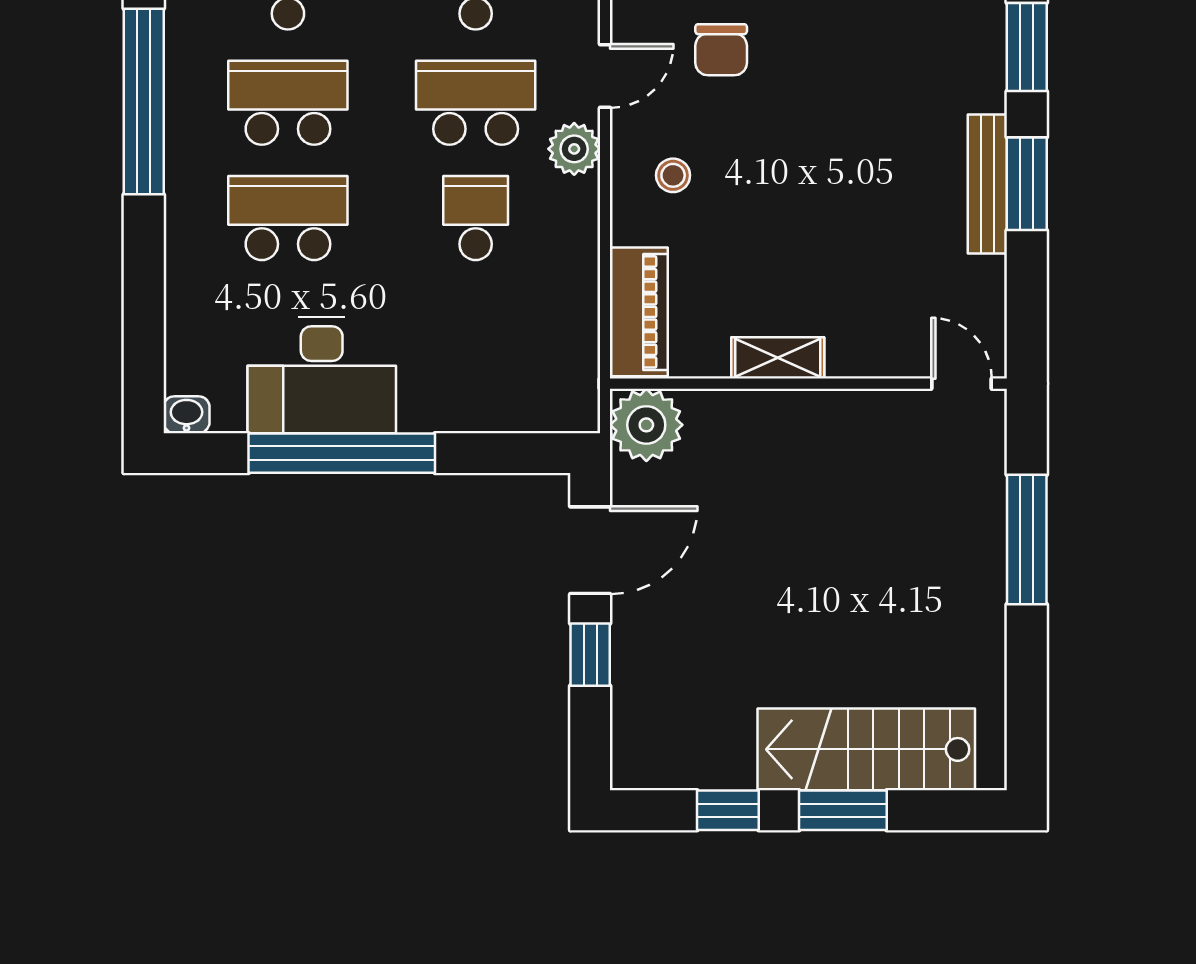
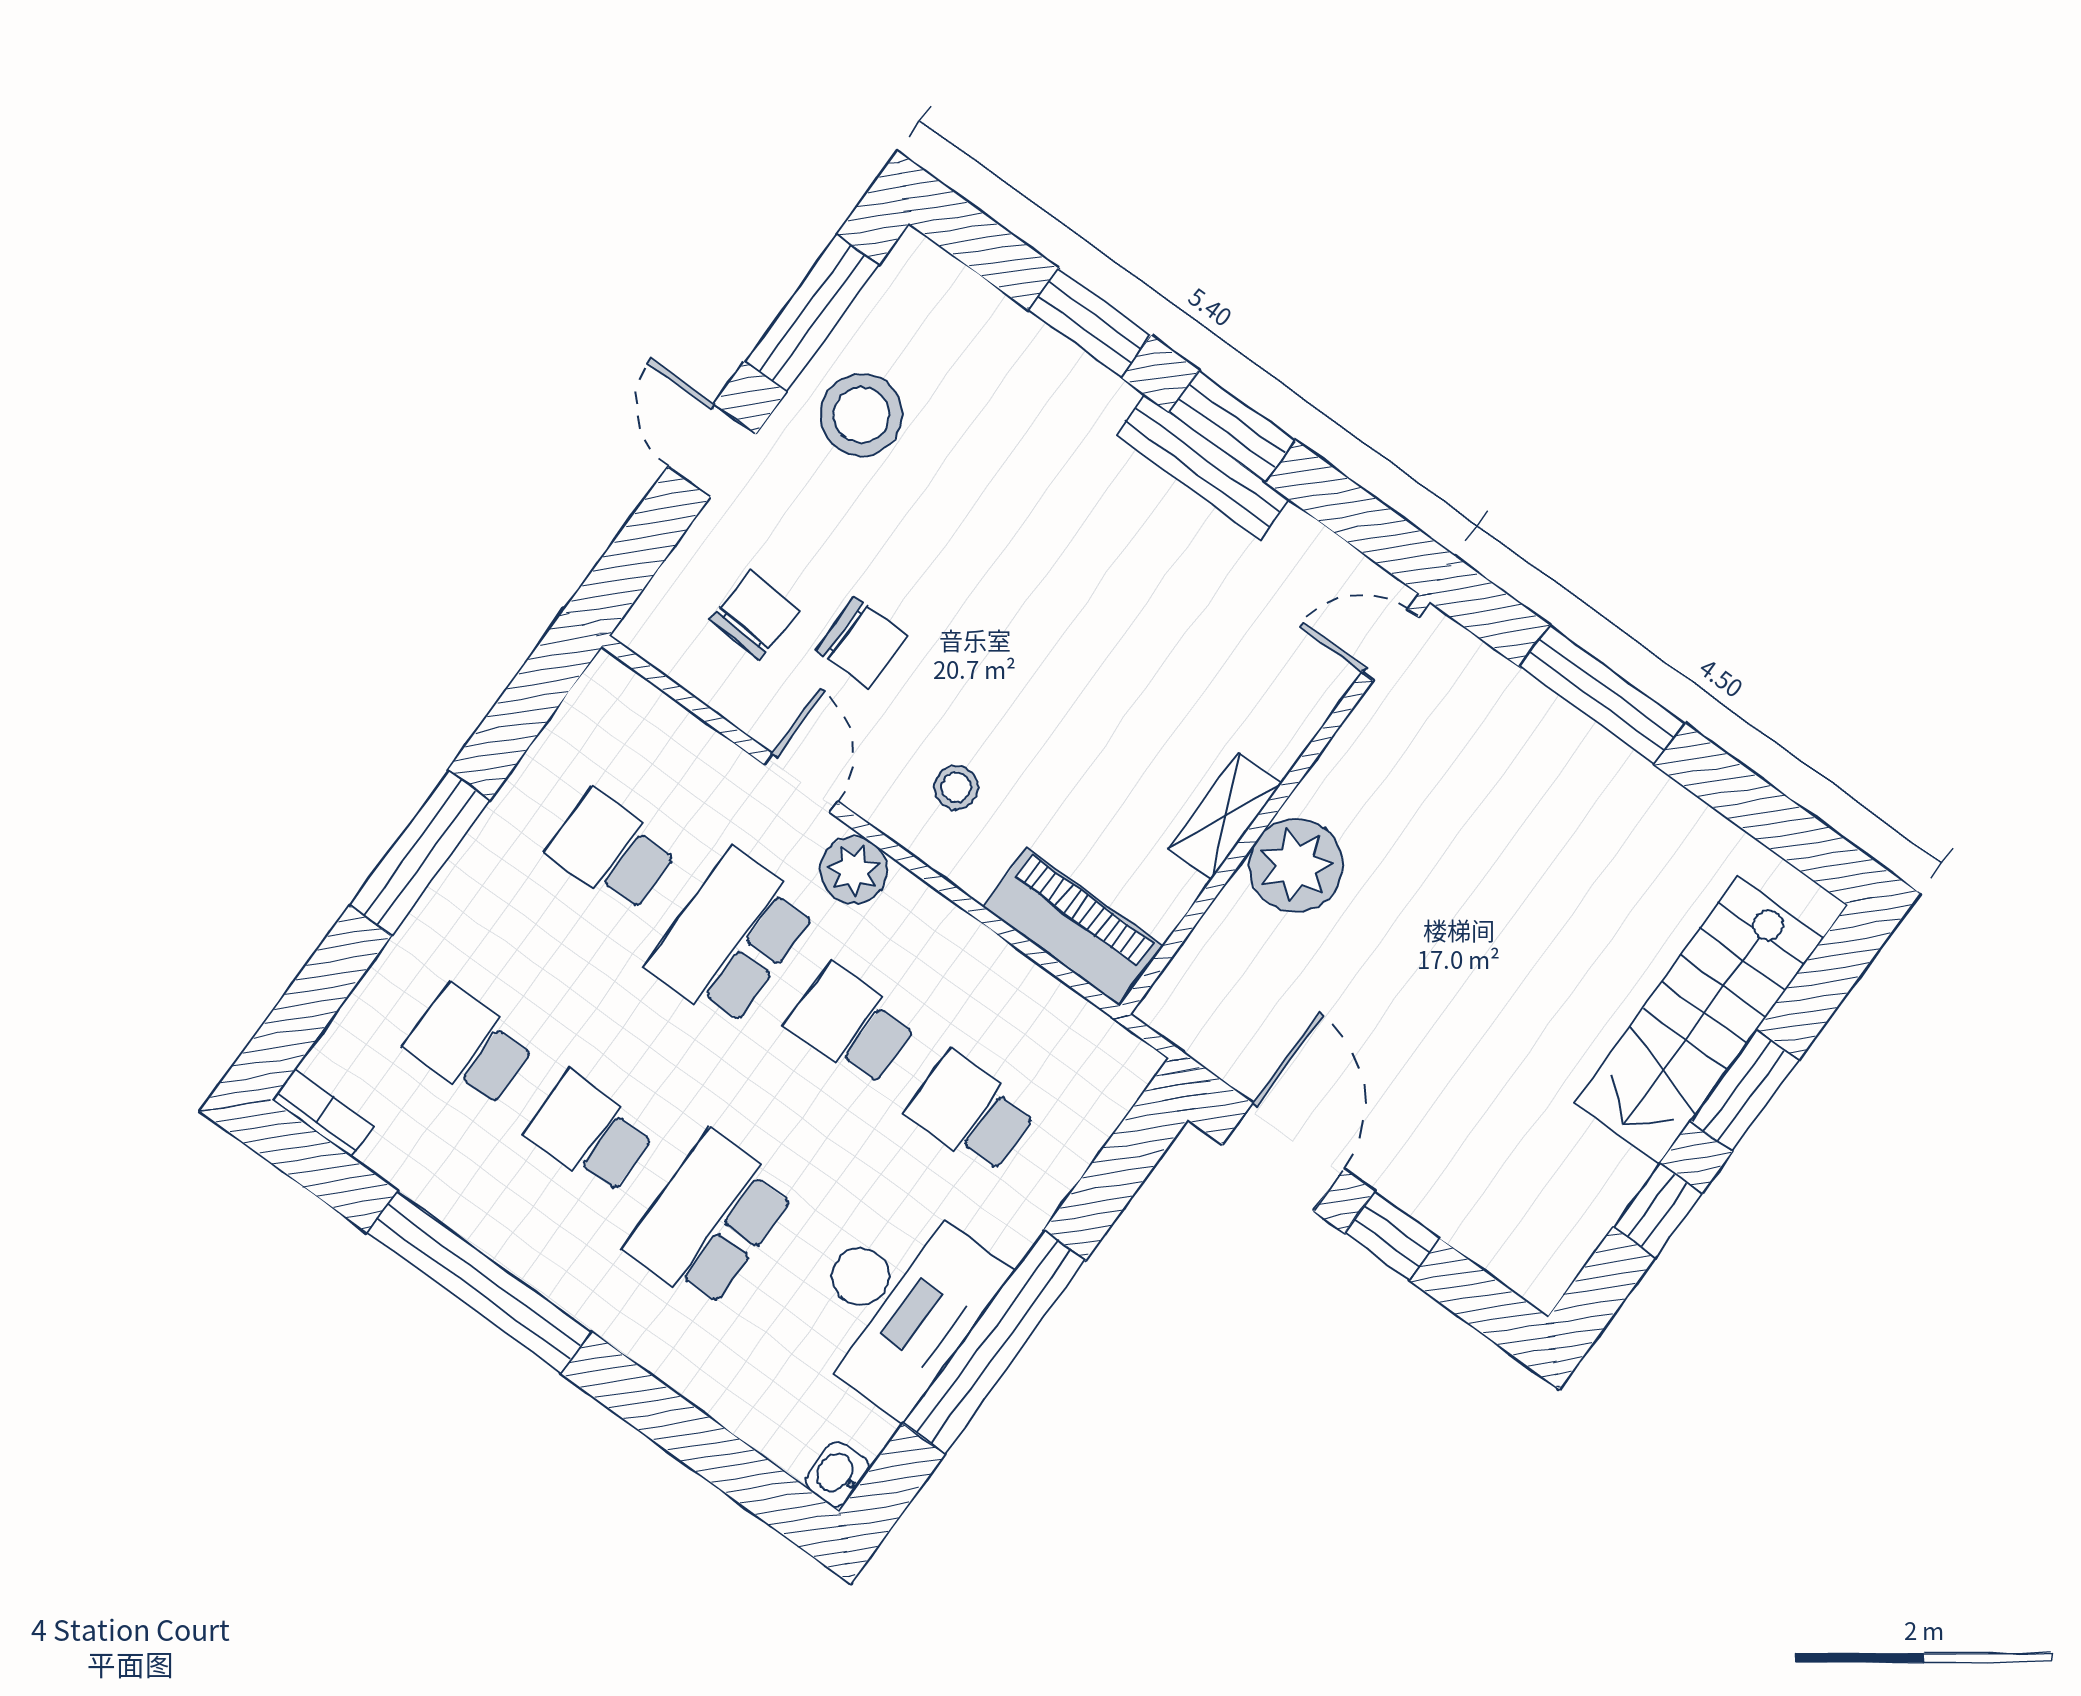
school desk: (288, 103) -> (589, 1133), width x0.54
school desk: (476, 333) -> (971, 1112), added
plant: (646, 425) -> (1296, 865), moved

